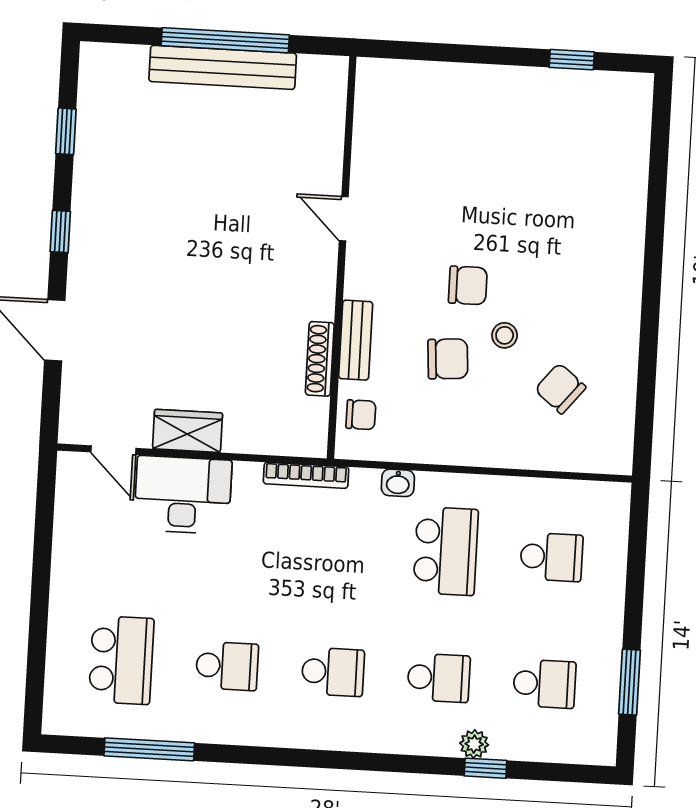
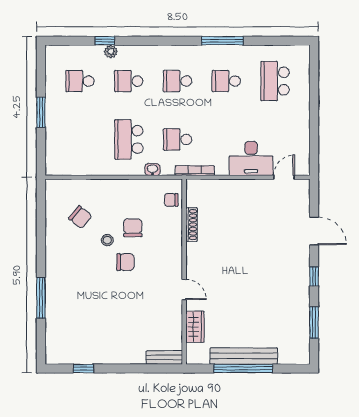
window: (66, 131) -> (314, 323), width x1.50
window: (655, 218) -> (41, 298), added
chair: (468, 285) -> (125, 262), turned 180
bench: (356, 340) -> (164, 357), moved, turned 90
chair: (448, 359) -> (133, 228), turned 94
wardrobe: (188, 431) -> (195, 327), moved, turned -90
door: (113, 450) -> (284, 177), hinge flipped
school desk: (551, 557) -> (178, 139), moved
window: (630, 682) -> (41, 112), moved
window: (149, 749) -> (222, 41), moved

